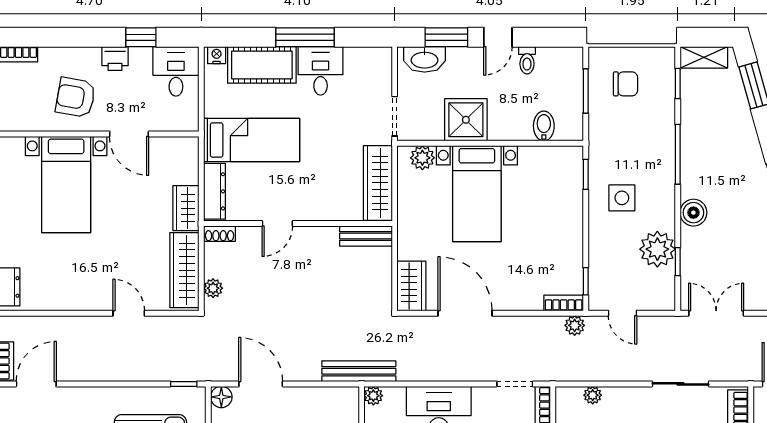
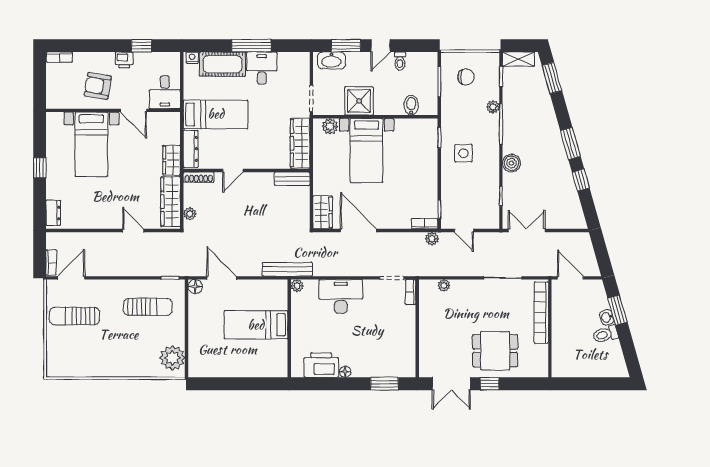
desk: (176, 71) -> (165, 92), moved, turned 180
shoe rack: (220, 234) -> (199, 177), width x1.43
plant: (657, 249) -> (493, 107), moved, width x0.53, depth x0.53

